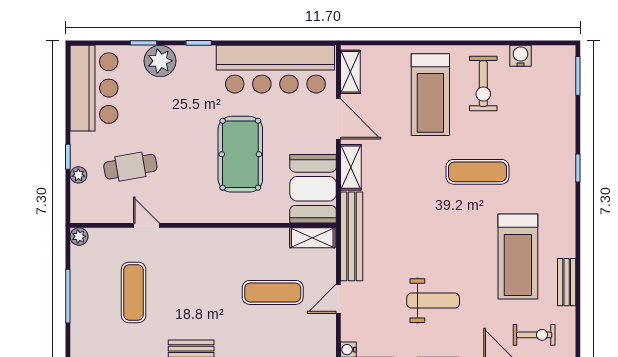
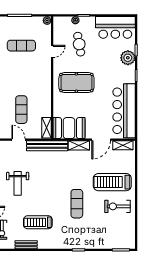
water cooler: (521, 56) -> (130, 223), removed
pool table: (240, 154) -> (76, 83), moved
treadmill: (518, 256) -> (38, 222), width x0.73, depth x0.73

